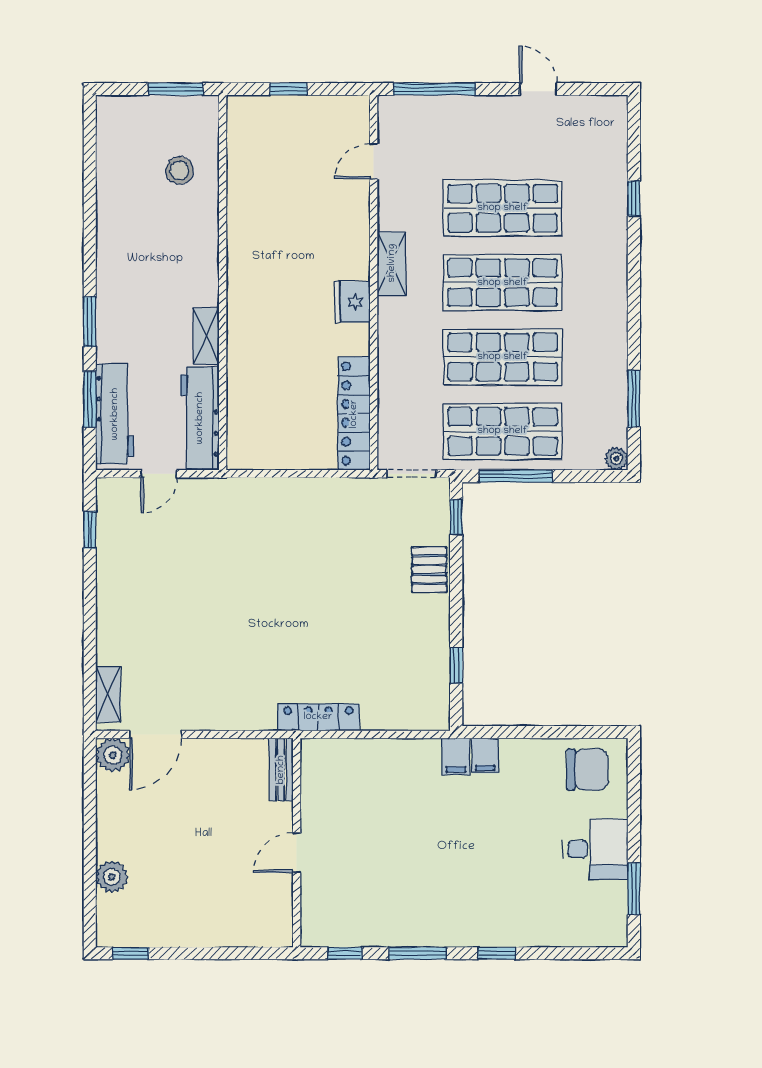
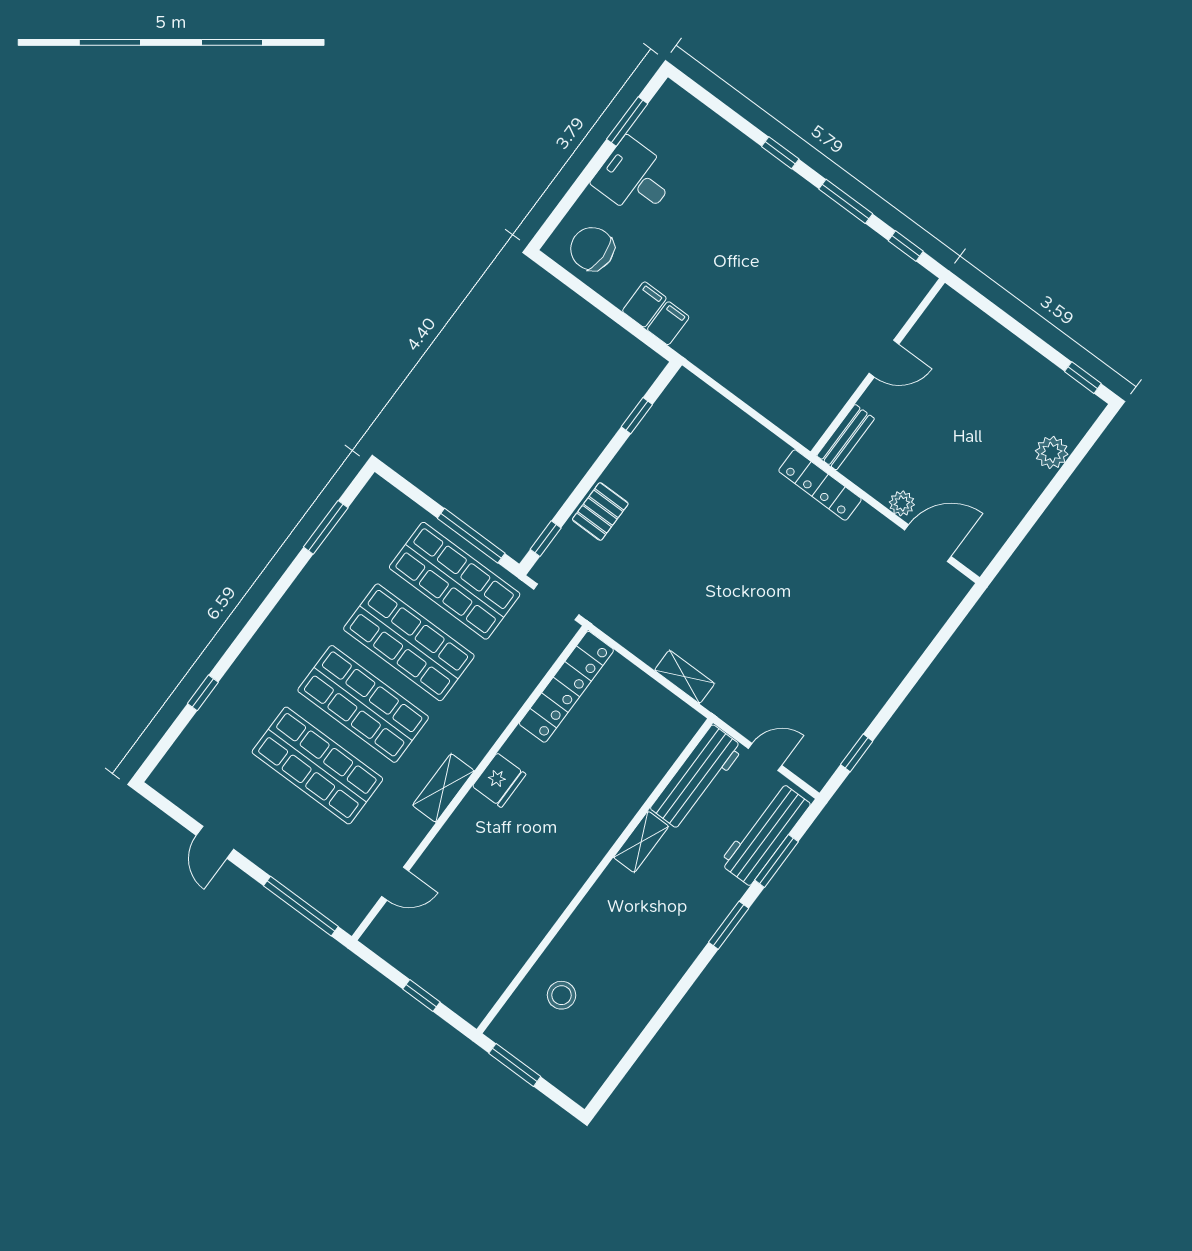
plant: (616, 459) -> (377, 488), removed
shelving: (108, 695) -> (685, 677), moved, turned 90
locker: (318, 717) -> (820, 485), moved
plant: (113, 755) -> (902, 503), moved, width x0.73, depth x0.73
filing cabinet: (456, 756) -> (644, 304), moved

